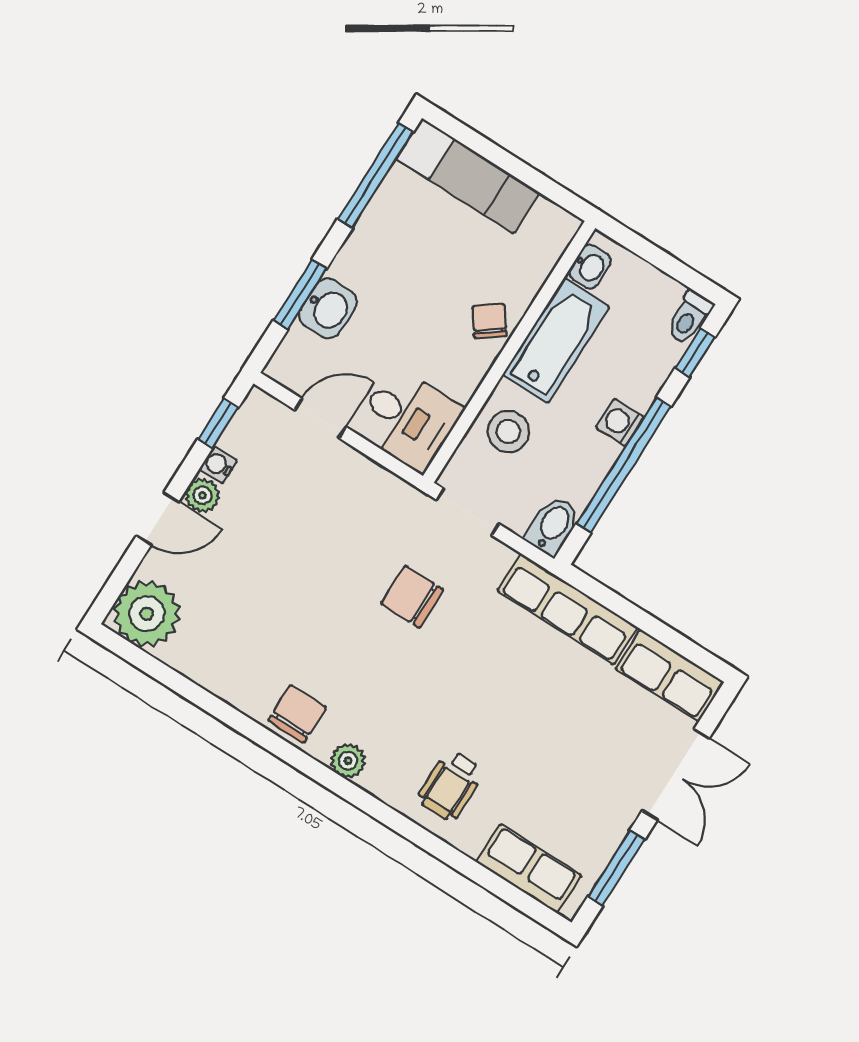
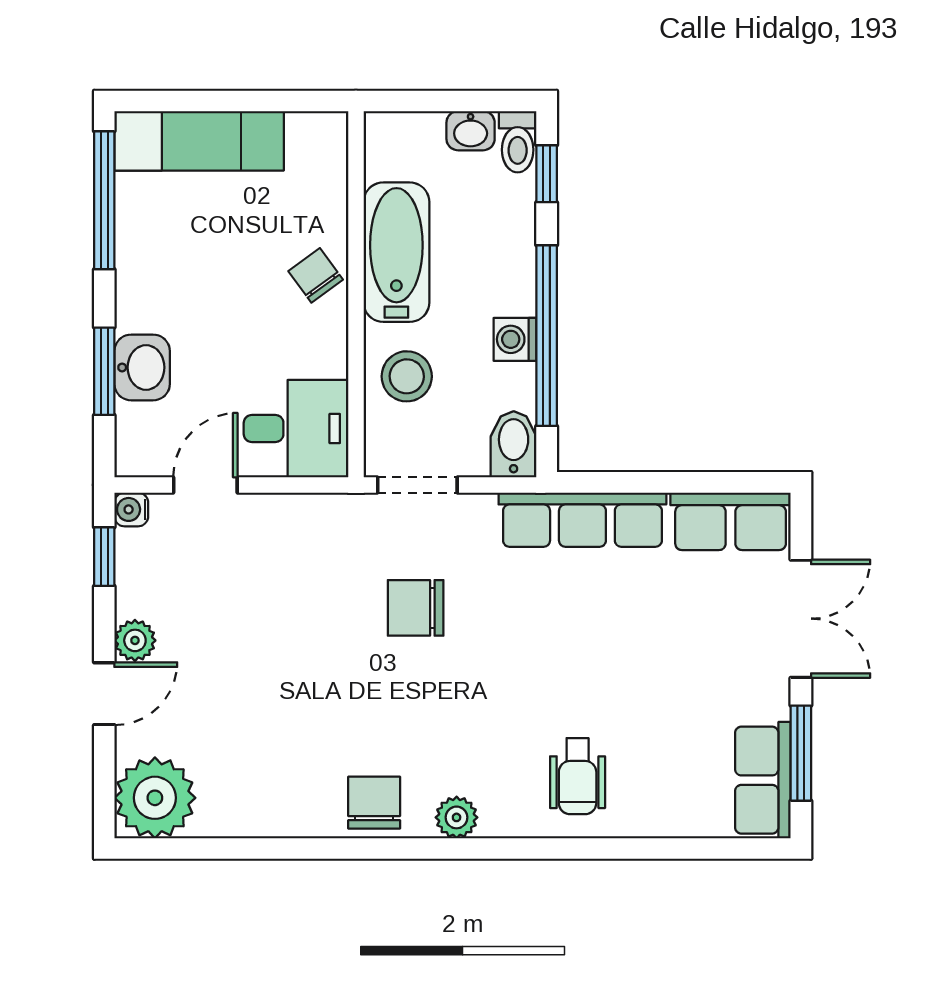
washbasin: (590, 266) -> (471, 131), moved, turned 90
washing machine: (620, 422) -> (515, 339), moved
water cooler: (218, 465) -> (131, 509), moved
row of seats: (529, 869) -> (763, 780), moved, turned -90

